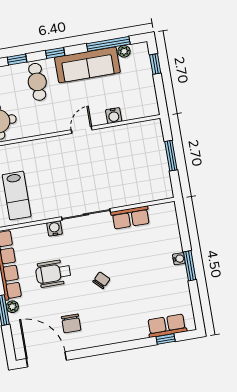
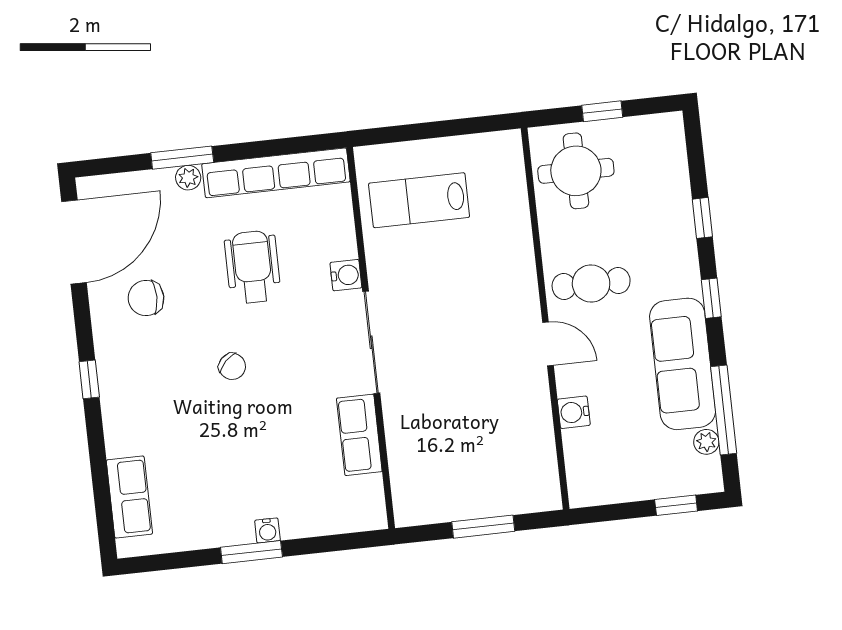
cafe table: (37, 82) -> (591, 284), moved
window: (166, 339) -> (89, 379), moved

